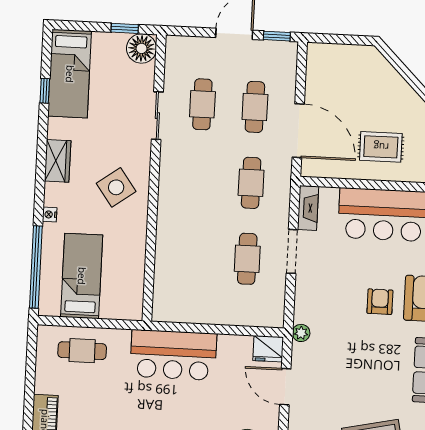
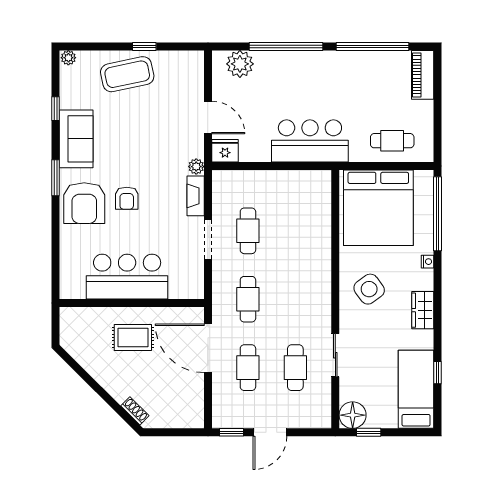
shoe rack: (383, 65) -> (135, 411), added
fireplace: (308, 208) -> (196, 196), moved
bed: (82, 276) -> (378, 208), width x2.04

